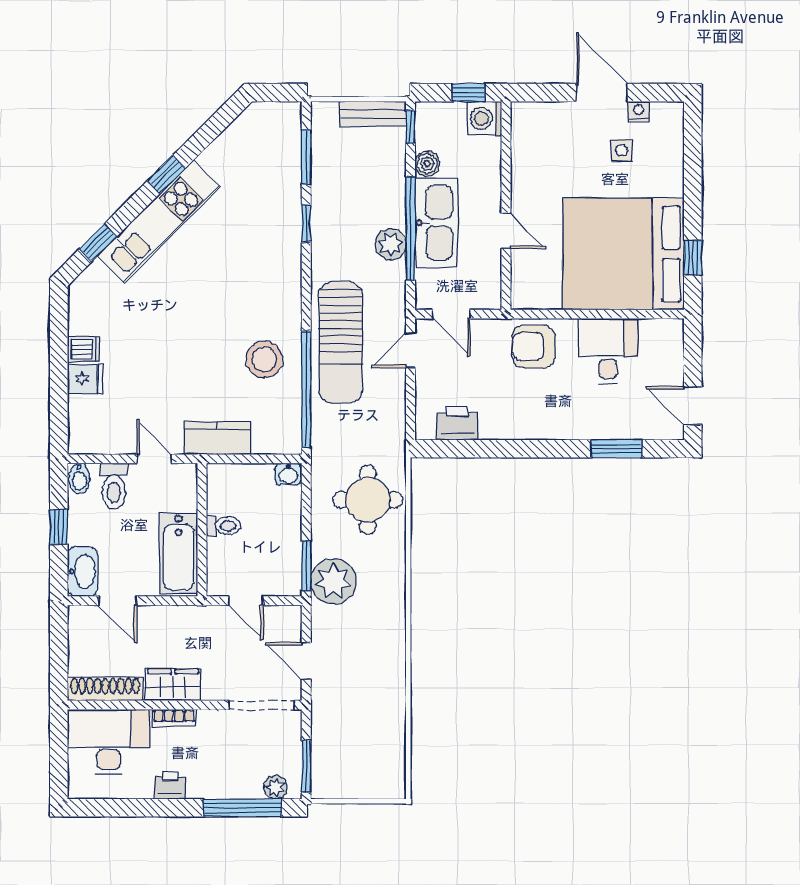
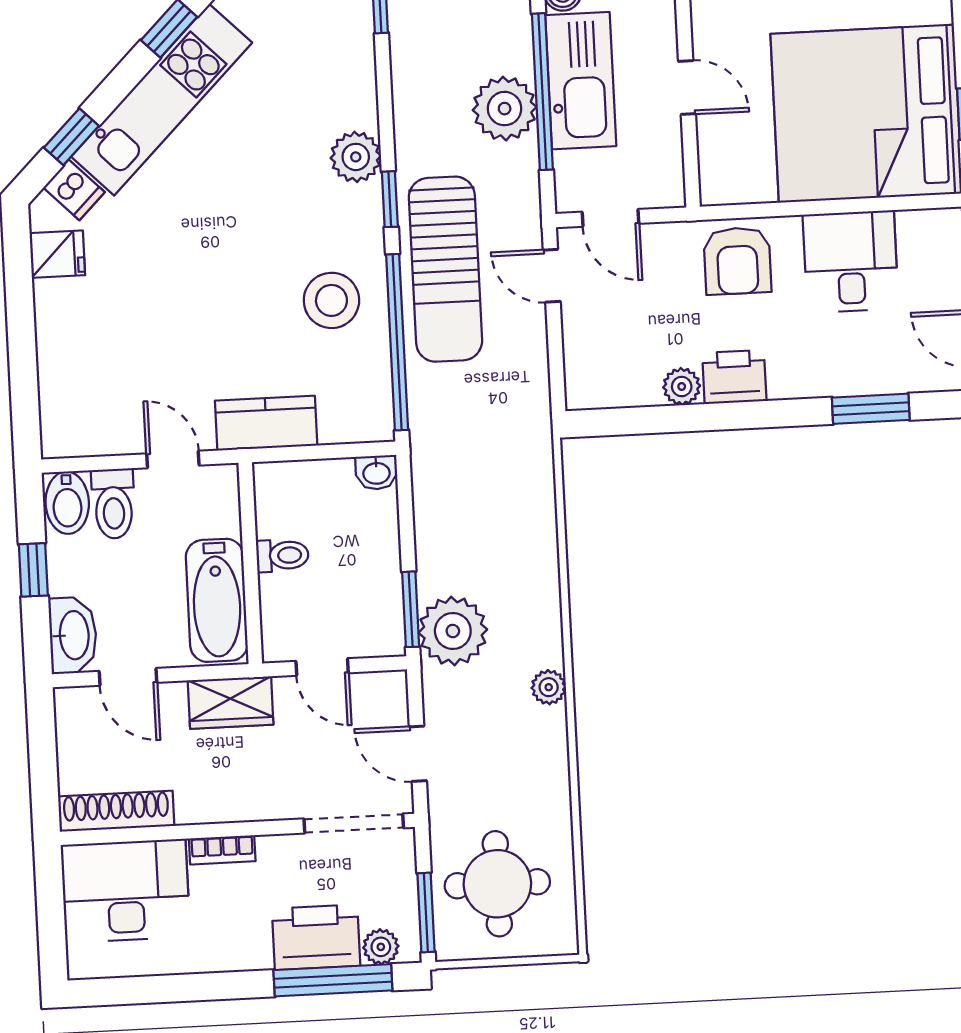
window: (306, 223) -> (390, 199), moved
plant: (391, 244) -> (505, 109), width x1.36, depth x1.36
plant: (285, 265) -> (356, 157), added
armchair: (533, 347) -> (737, 261), turned -90
dishwasher: (84, 349) -> (74, 190), moved, turned 45
door: (410, 350) -> (552, 276), hinge flipped
fridge: (85, 379) -> (57, 254), moved
printer: (457, 423) -> (734, 377), moved
plant: (492, 428) -> (682, 387), added
bidet: (79, 478) -> (67, 503), width x1.38, depth x1.36
round table: (368, 500) -> (497, 884), moved
plant: (395, 622) -> (549, 687), added
wardrobe: (173, 685) -> (231, 702), moved, turned 180
printer: (170, 785) -> (316, 937), moved, width x1.87, depth x1.48

